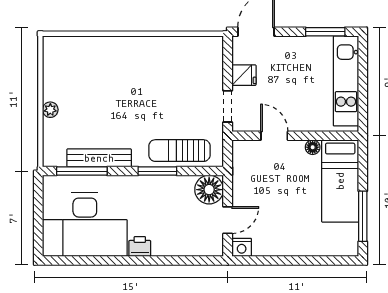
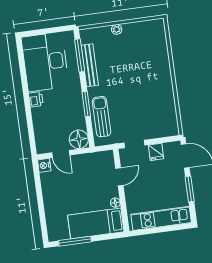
window: (325, 32) -> (190, 189), moved

